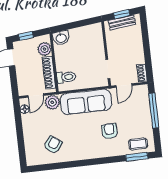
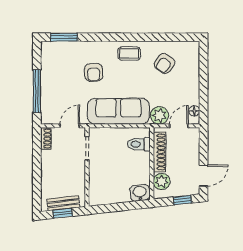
coffee table: (138, 144) -> (129, 53), moved

